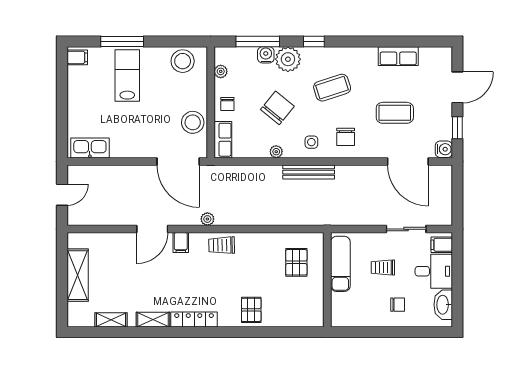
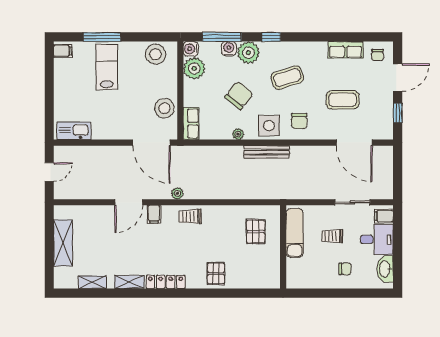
plant: (221, 71) -> (194, 68), width x1.88, depth x1.88
chair: (227, 104) -> (377, 55), moved
side table: (311, 142) -> (269, 126), width x1.87, depth x1.87
water cooler: (444, 149) -> (191, 49), moved, turned 180

